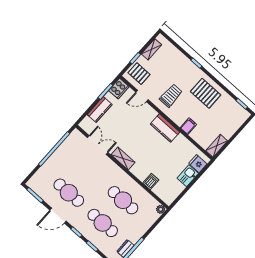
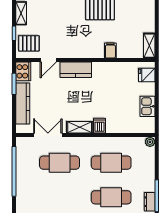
trolley: (171, 96) -> (73, 38), removed
kitchen counter: (100, 110) -> (23, 104), width x1.50
kitchen counter: (165, 128) -> (76, 70), moved
kitchen sink: (188, 176) -> (147, 106), moved
dishwasher: (151, 181) -> (100, 126), moved
cafe table: (69, 193) -> (60, 163), moved

